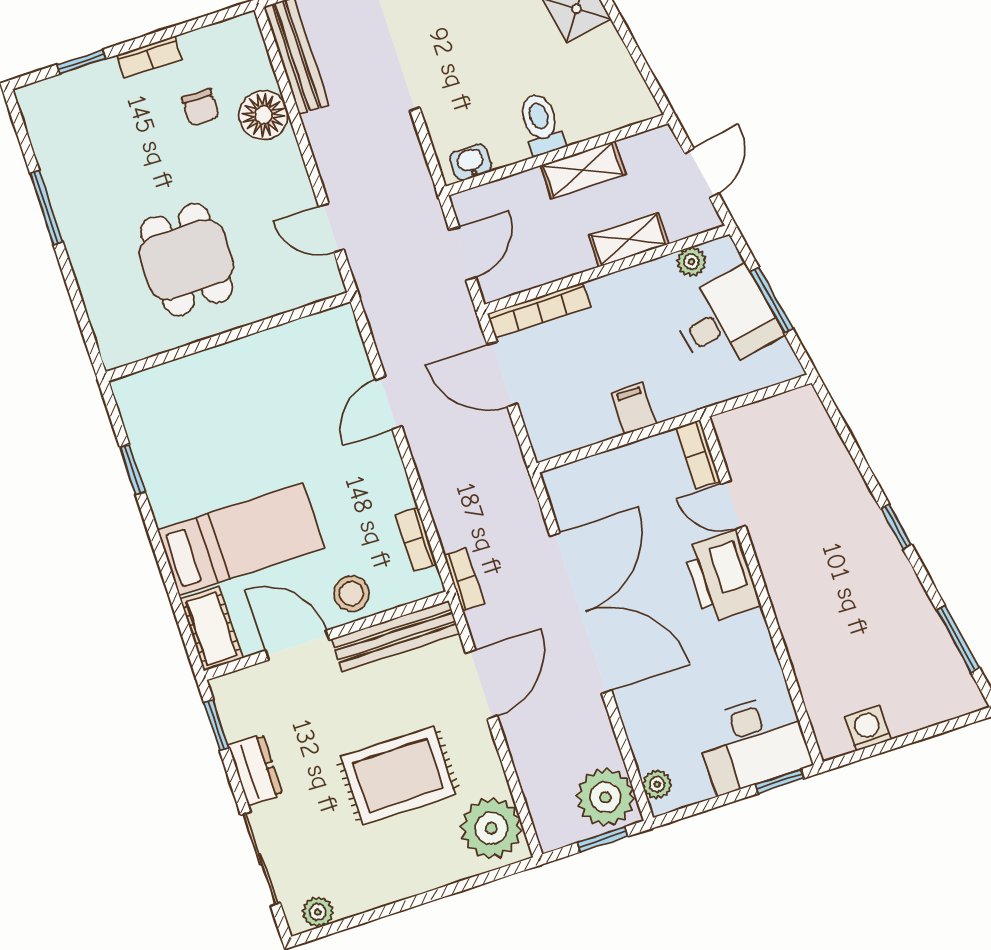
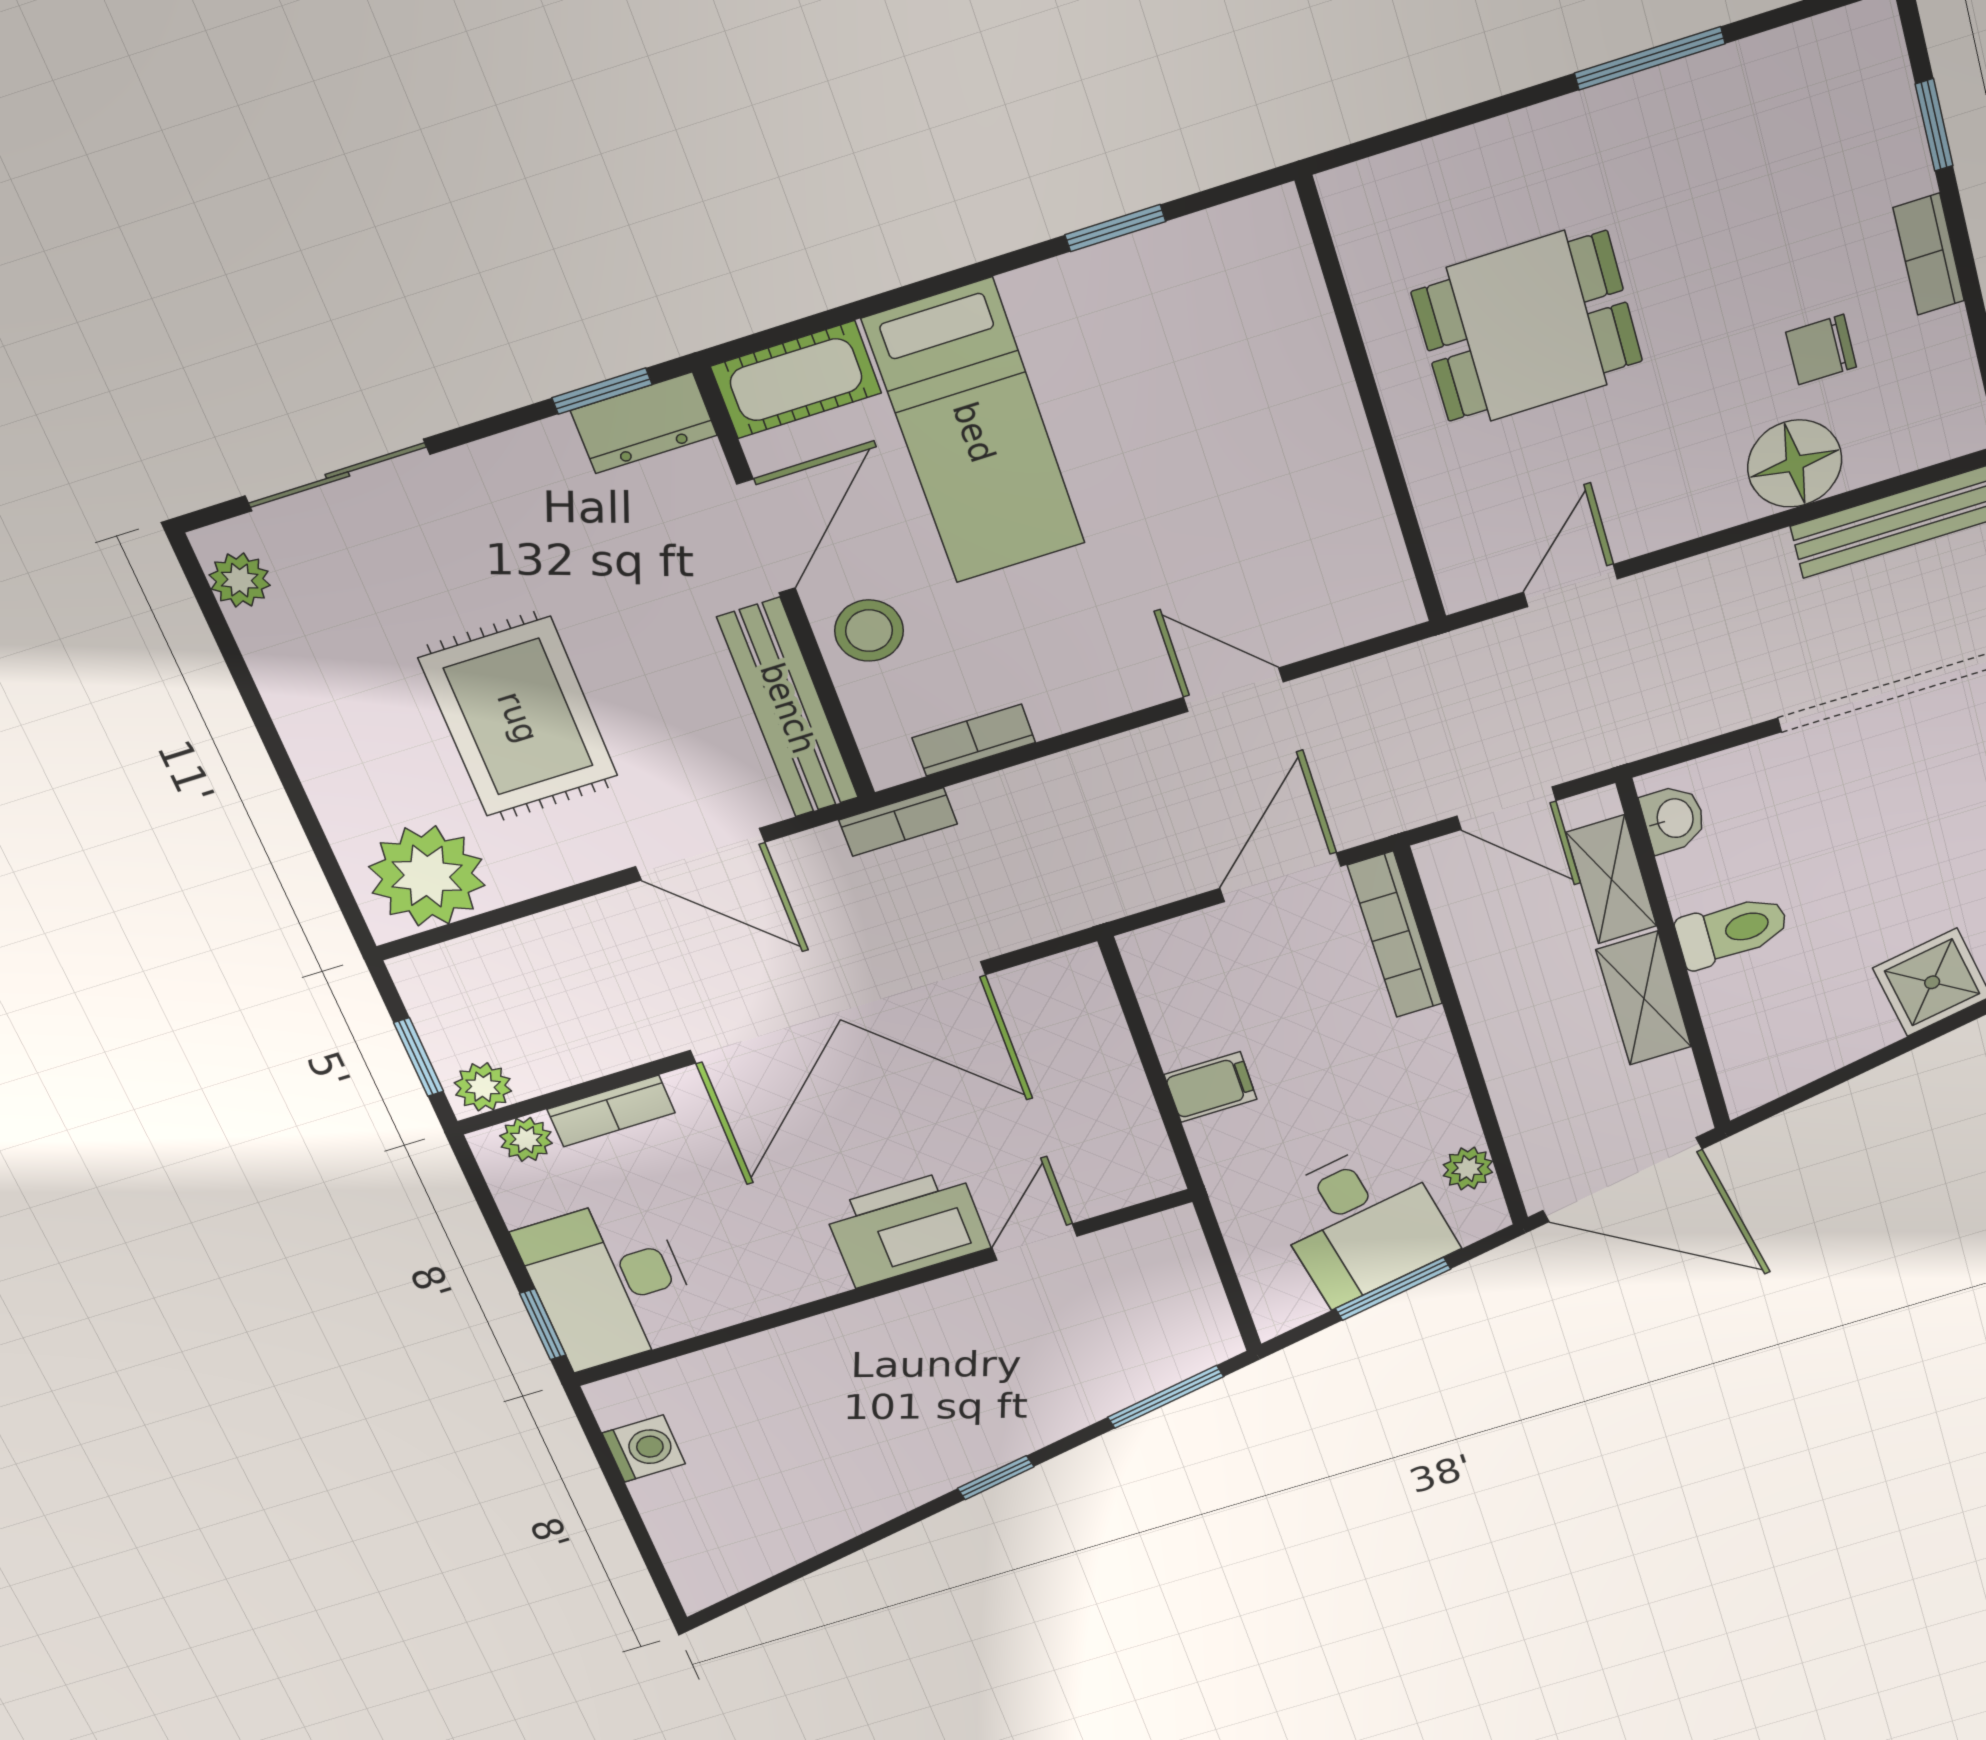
door: (702, 173) -> (1622, 1180), width x1.88
shelving: (629, 240) -> (1611, 879), moved
bookcase: (698, 454) -> (611, 1111), moved, turned 180
window: (958, 639) -> (1166, 1397), moved
dresser: (255, 770) -> (644, 423), moved
plant: (605, 797) -> (483, 1087), width x0.53, depth x0.53

